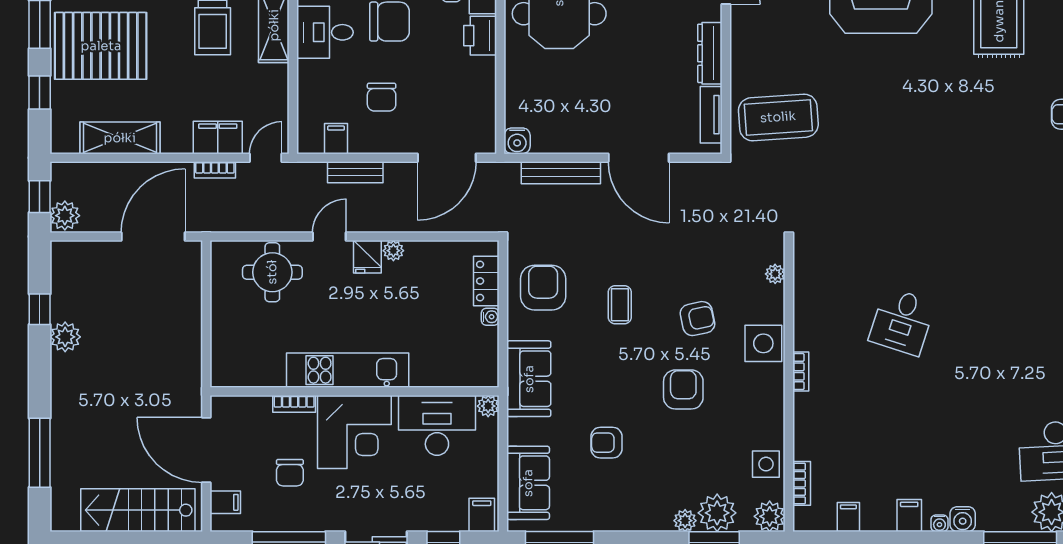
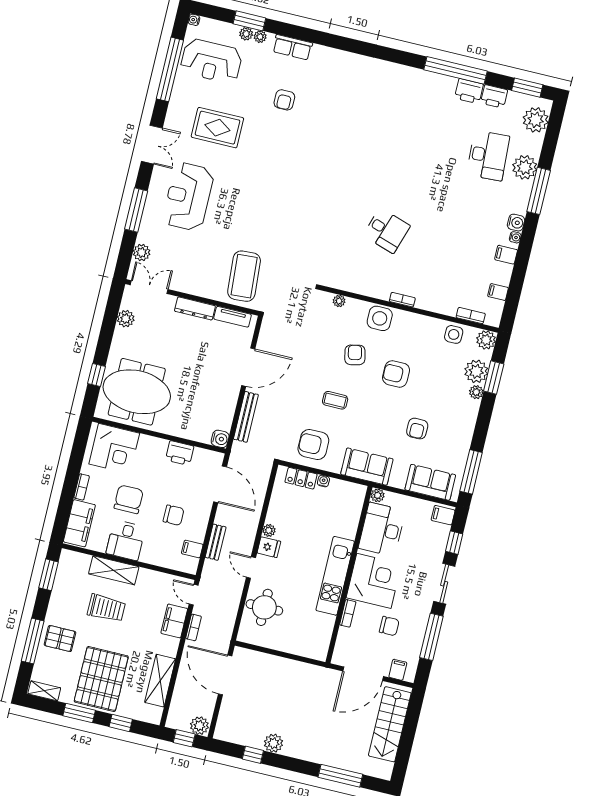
printer: (480, 36) -> (180, 453), moved

